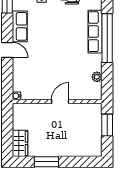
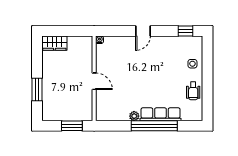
row of seats: (20, 26) -> (165, 43), removed
plant: (97, 77) -> (134, 116), moved
window: (46, 162) -> (37, 89), moved

